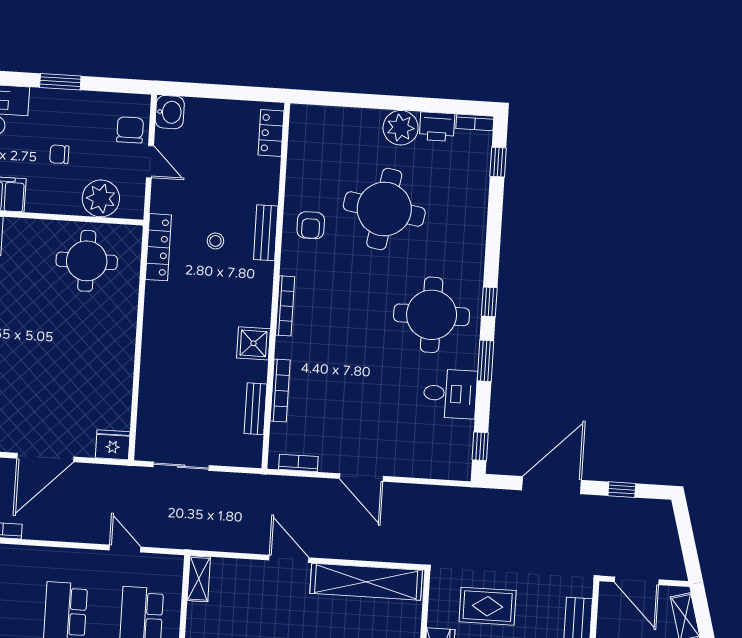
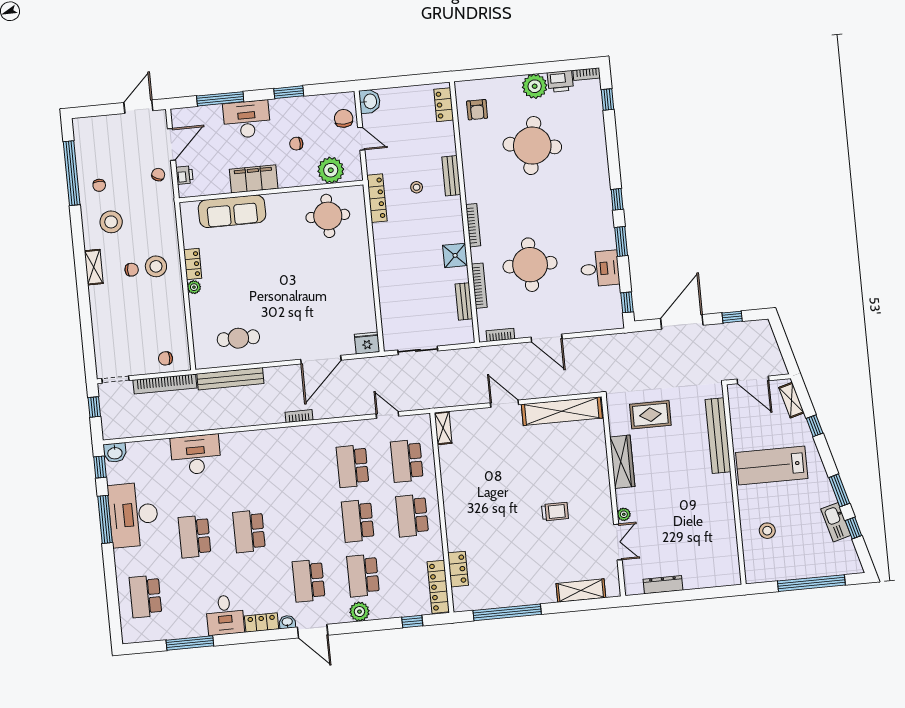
armchair: (311, 225) -> (477, 110), moved
round table: (432, 315) -> (530, 265), moved

